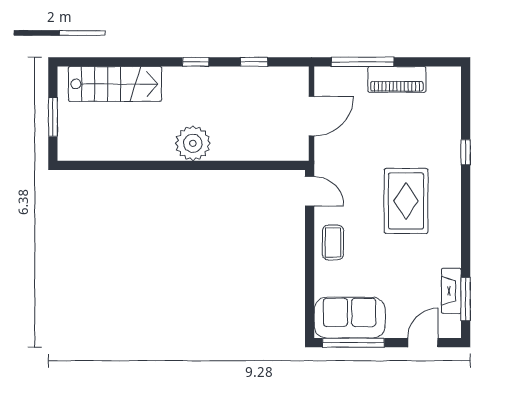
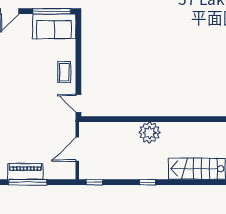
window: (254, 62) -> (94, 182), moved
window: (363, 62) -> (28, 182), moved
rug: (406, 201) -> (20, 97), removed

